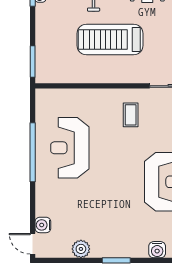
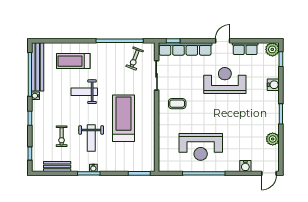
treadmill: (110, 40) -> (124, 118), turned 180
water cooler: (43, 225) -> (245, 166), moved

